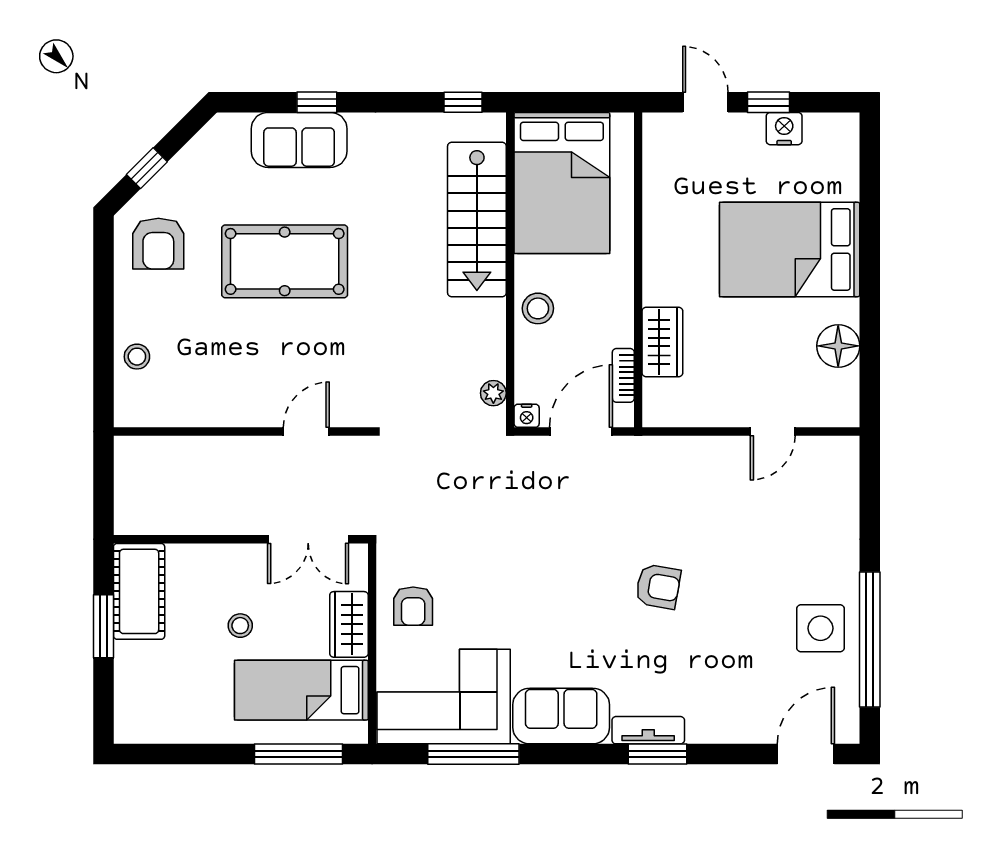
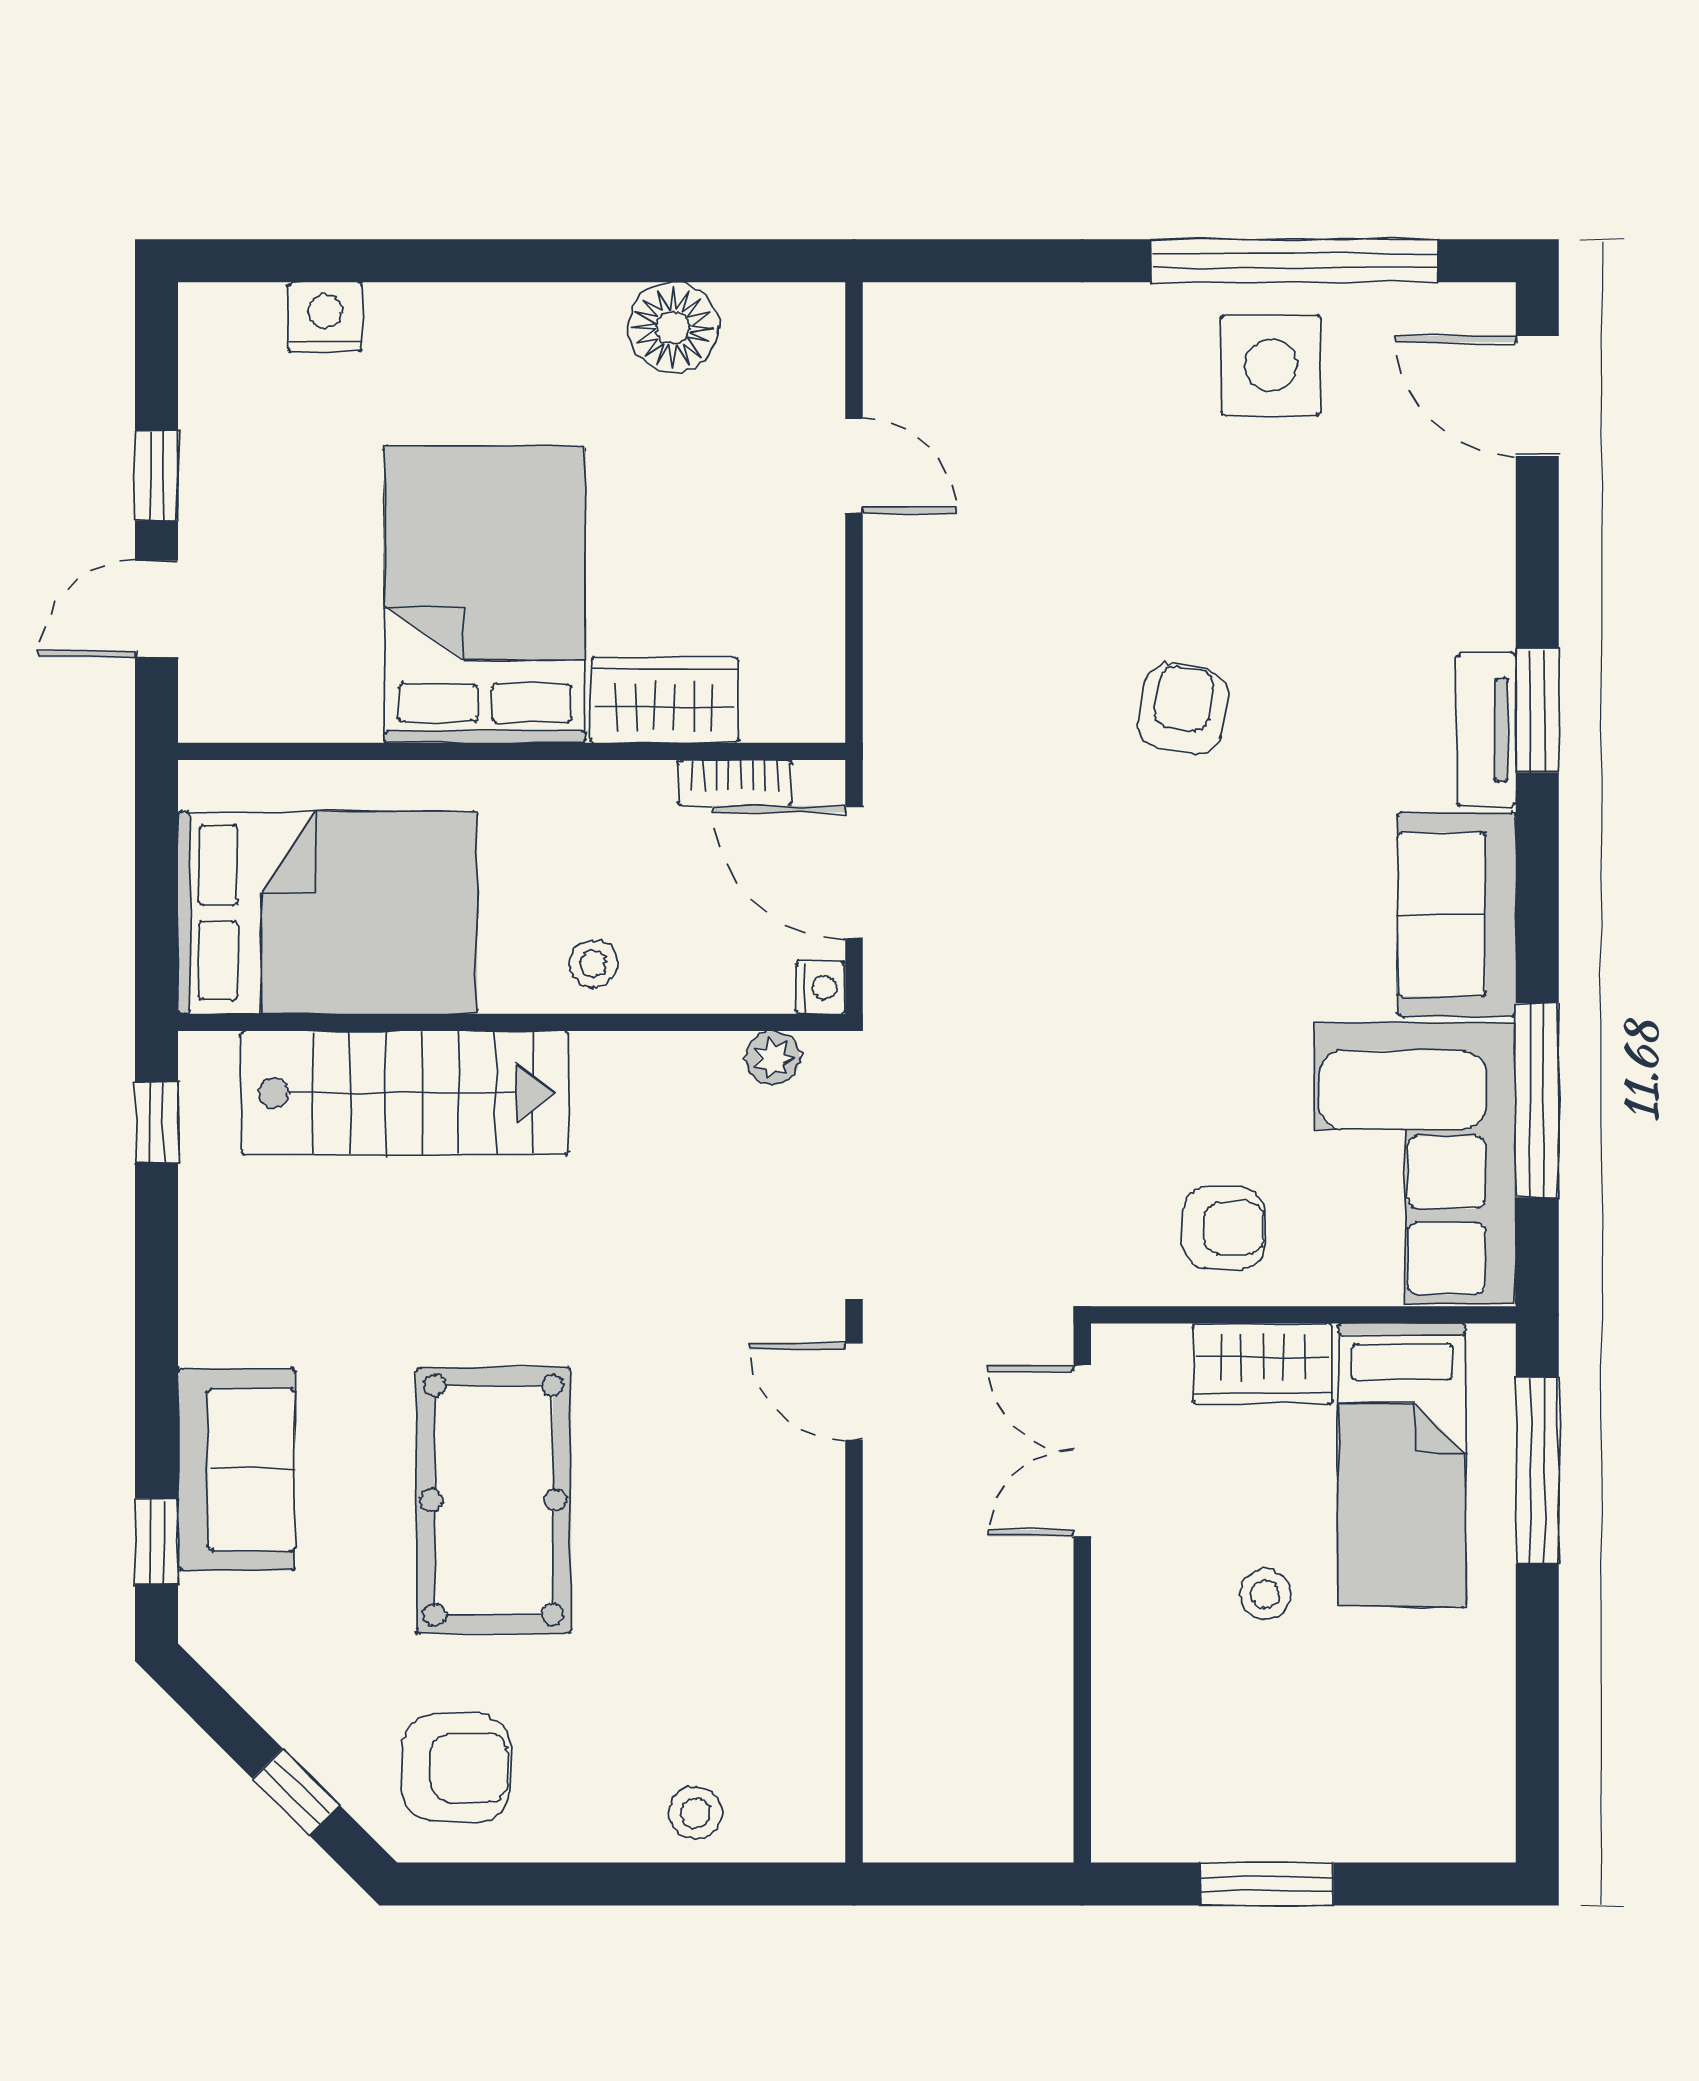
window: (317, 102) -> (156, 1541), moved
nightstand: (784, 129) -> (325, 317), moved, turned 90
bed: (790, 249) -> (485, 594), moved, turned 180
stool: (538, 308) -> (593, 964), width x0.73, depth x0.73
door: (306, 431) -> (854, 1392), moved
double door: (308, 539) -> (1082, 1451), swing flipped
cot: (139, 591) -> (1193, 1808), removed

